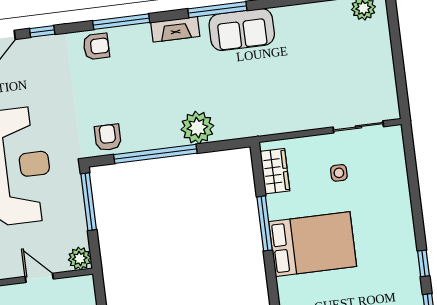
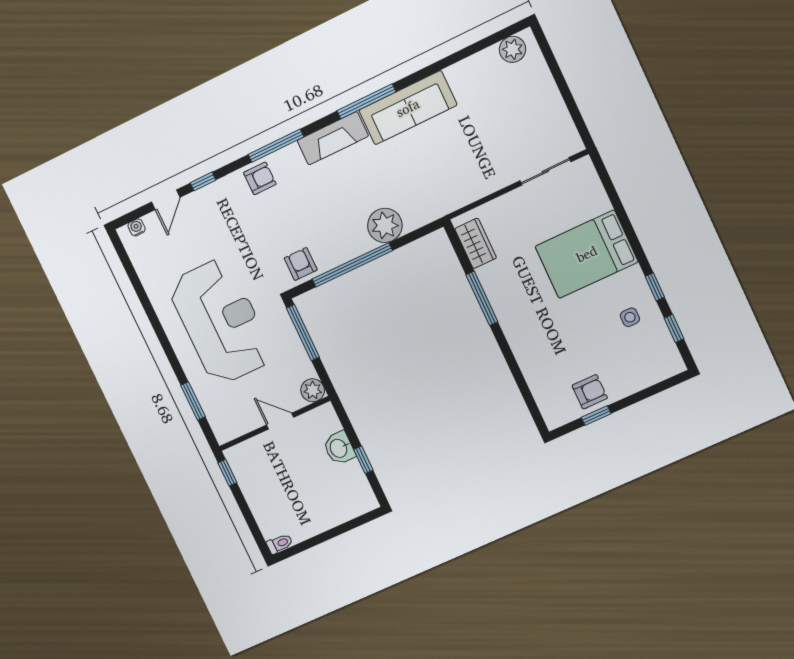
fireplace: (175, 29) -> (333, 138), width x1.37, depth x1.32
sofa: (242, 30) -> (408, 108), width x1.36
side table: (339, 173) -> (630, 317), moved
bed: (313, 244) -> (587, 254), moved, turned 180

